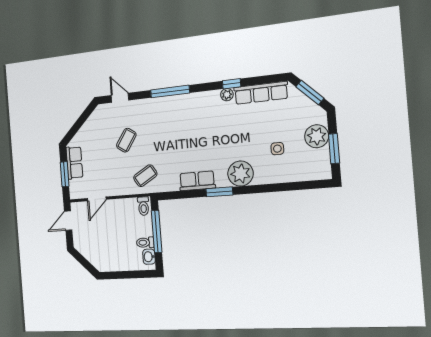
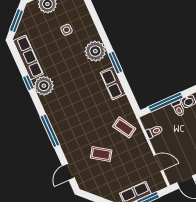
plant: (227, 95) -> (44, 86), width x1.88, depth x1.88
toilet: (143, 206) -> (154, 132), moved

